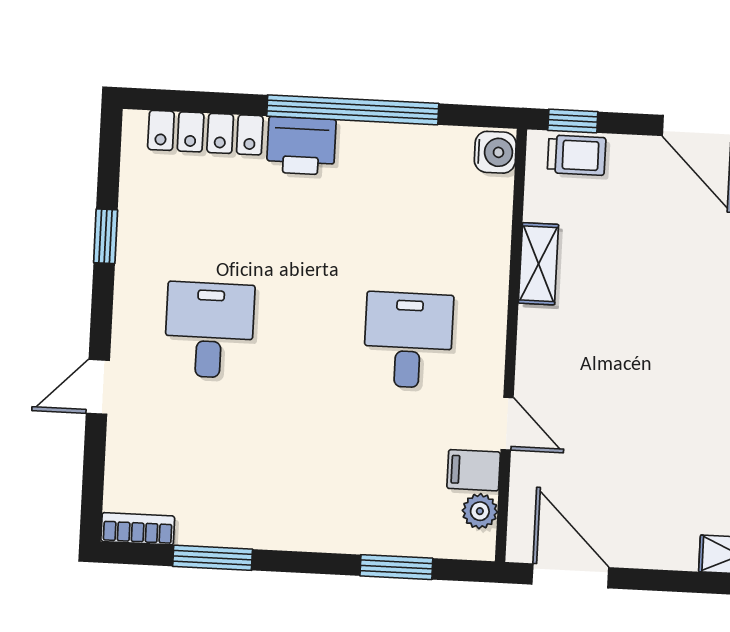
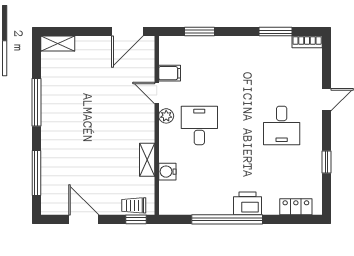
locker: (205, 133) -> (296, 207), width x0.66
water cooler: (495, 152) -> (167, 172), moved
desk: (408, 340) -> (199, 125), turned 180
plant: (480, 511) -> (166, 116), moved
door: (570, 576) -> (127, 32), hinge flipped

